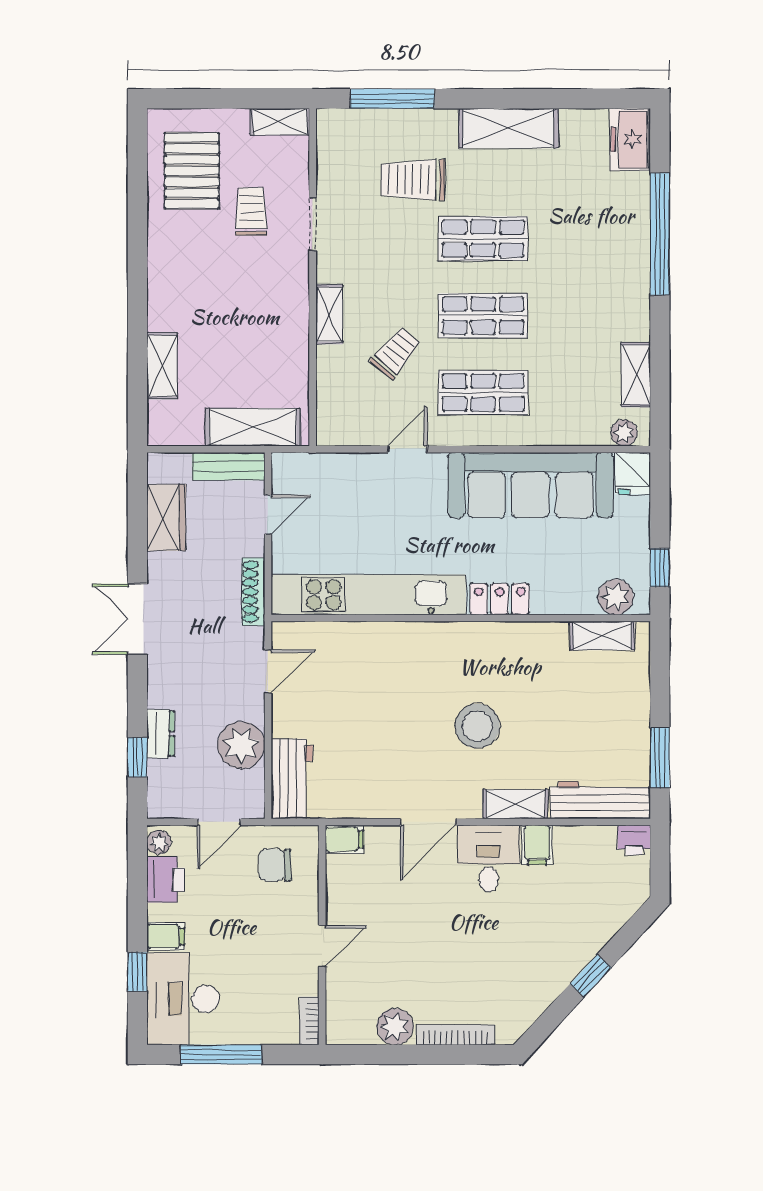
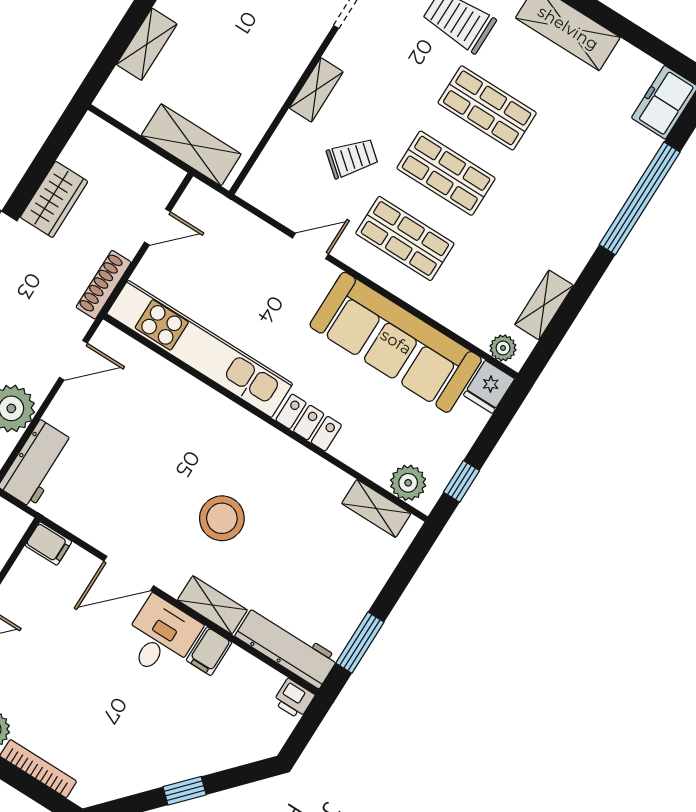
bench: (228, 466) -> (149, 165), removed
wardrobe: (166, 518) -> (54, 199), moved

